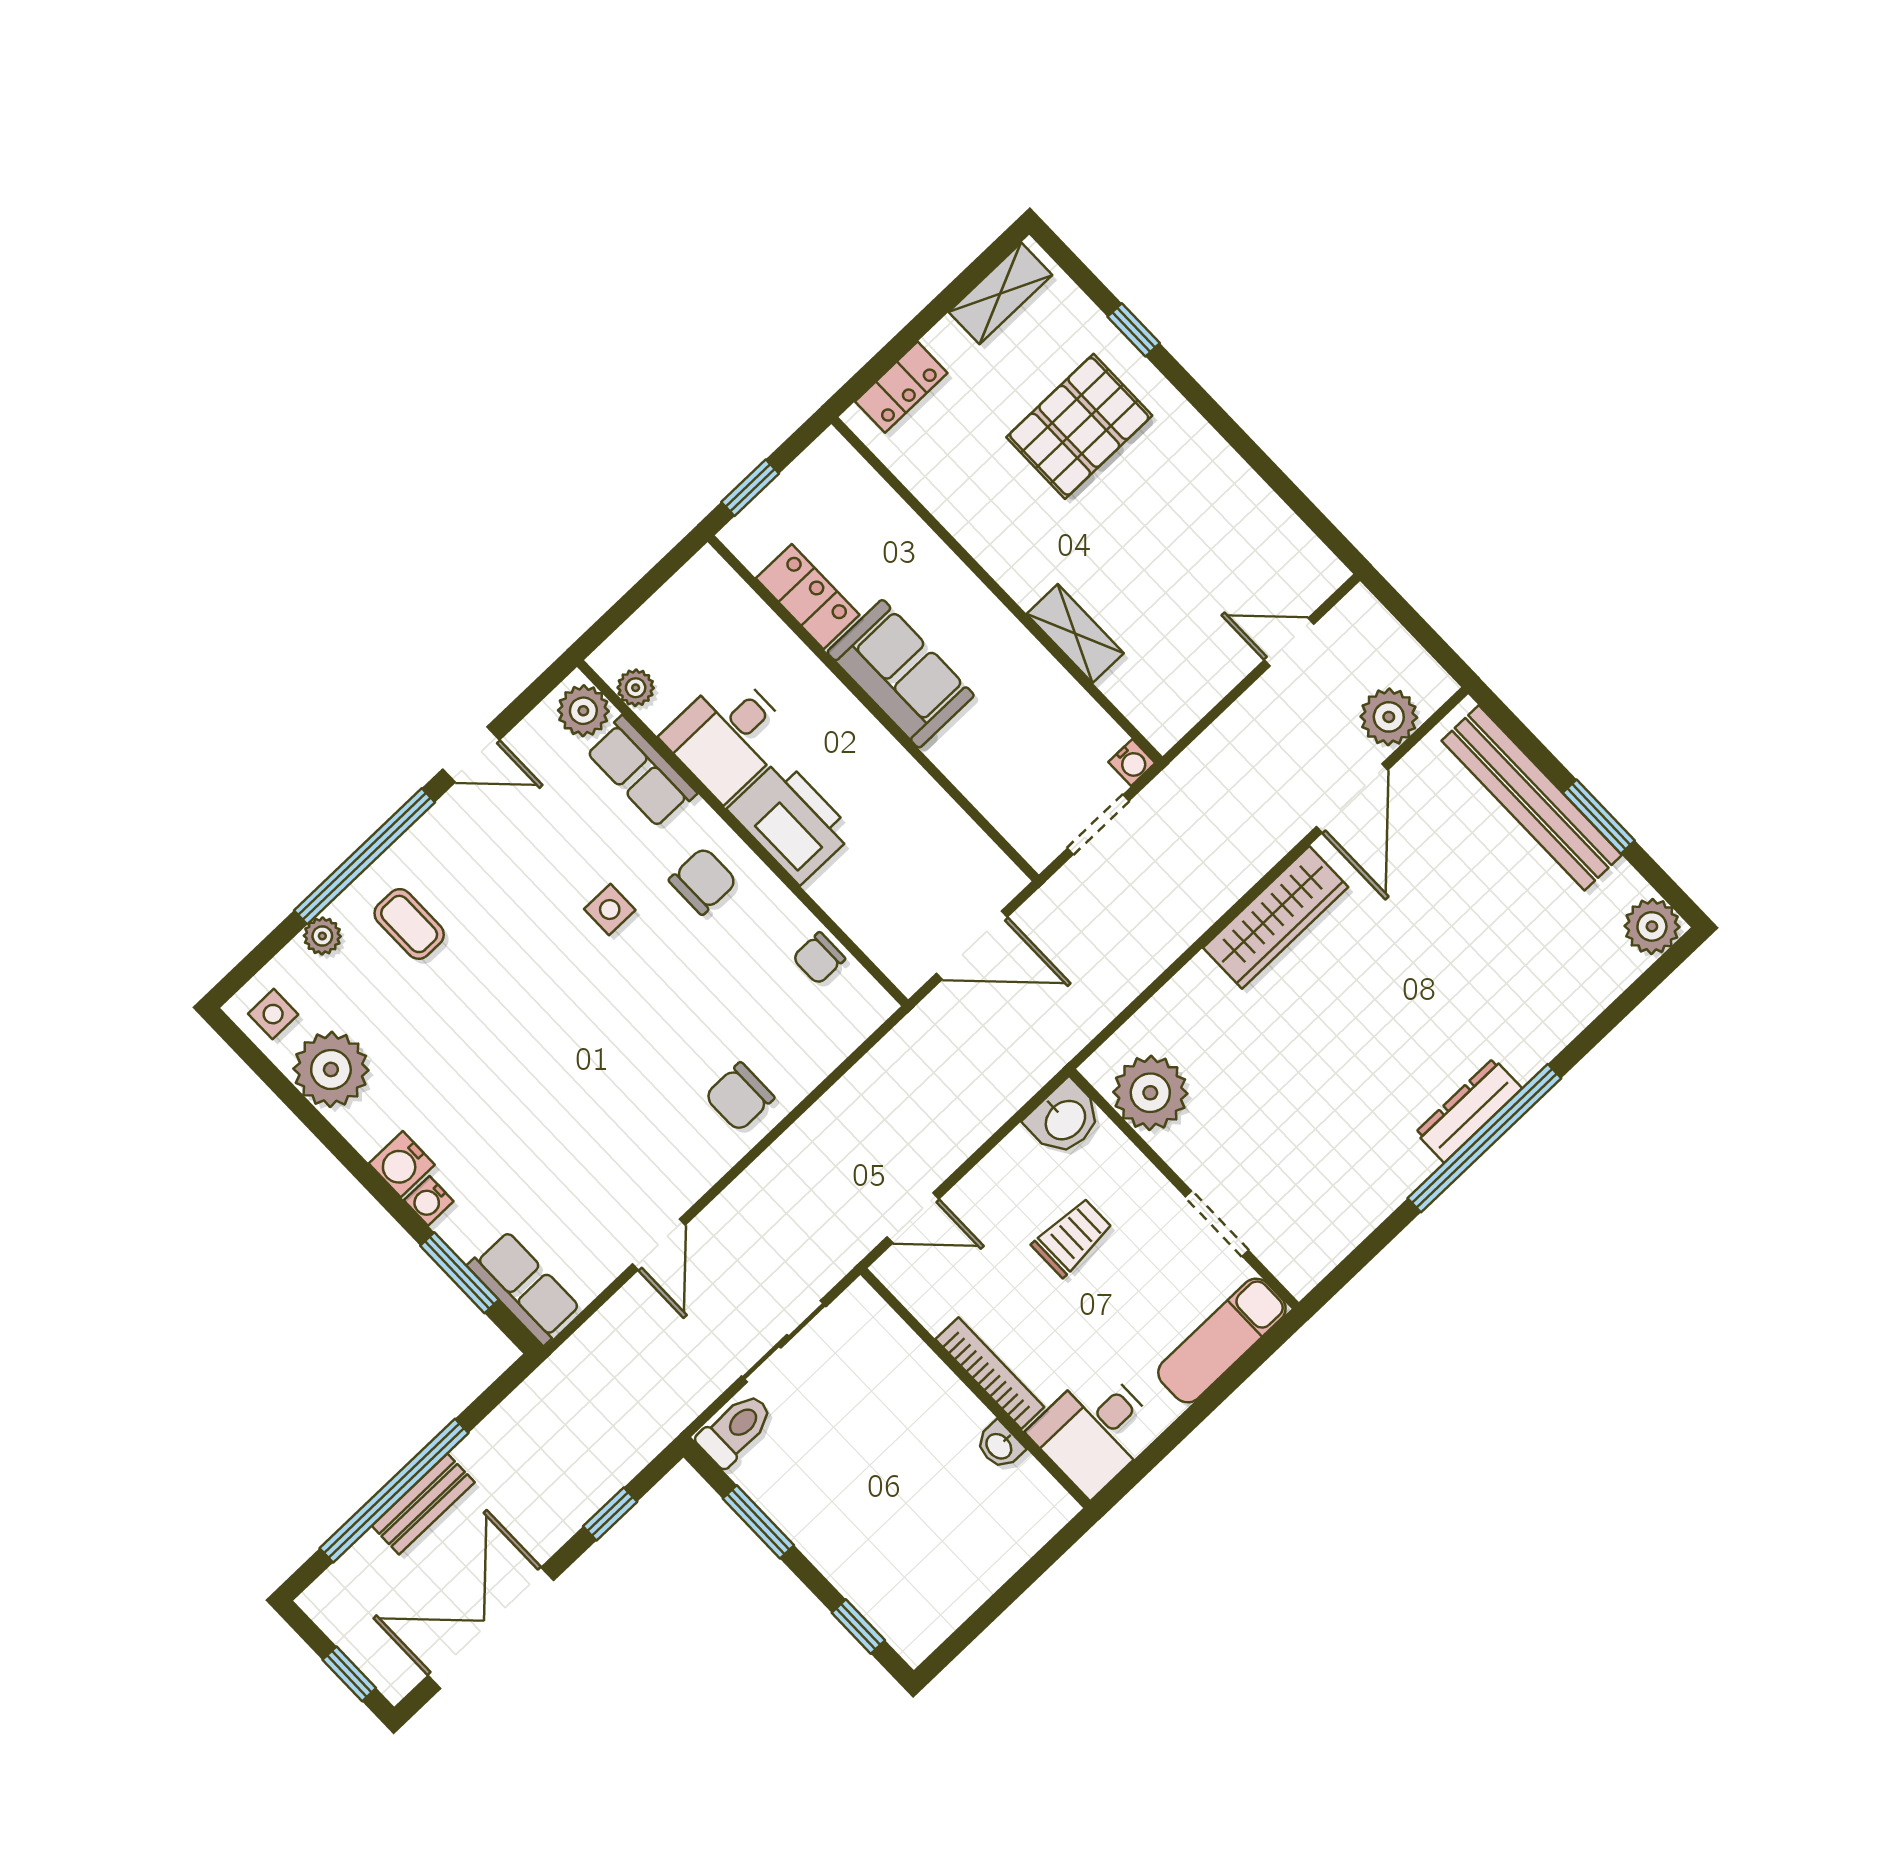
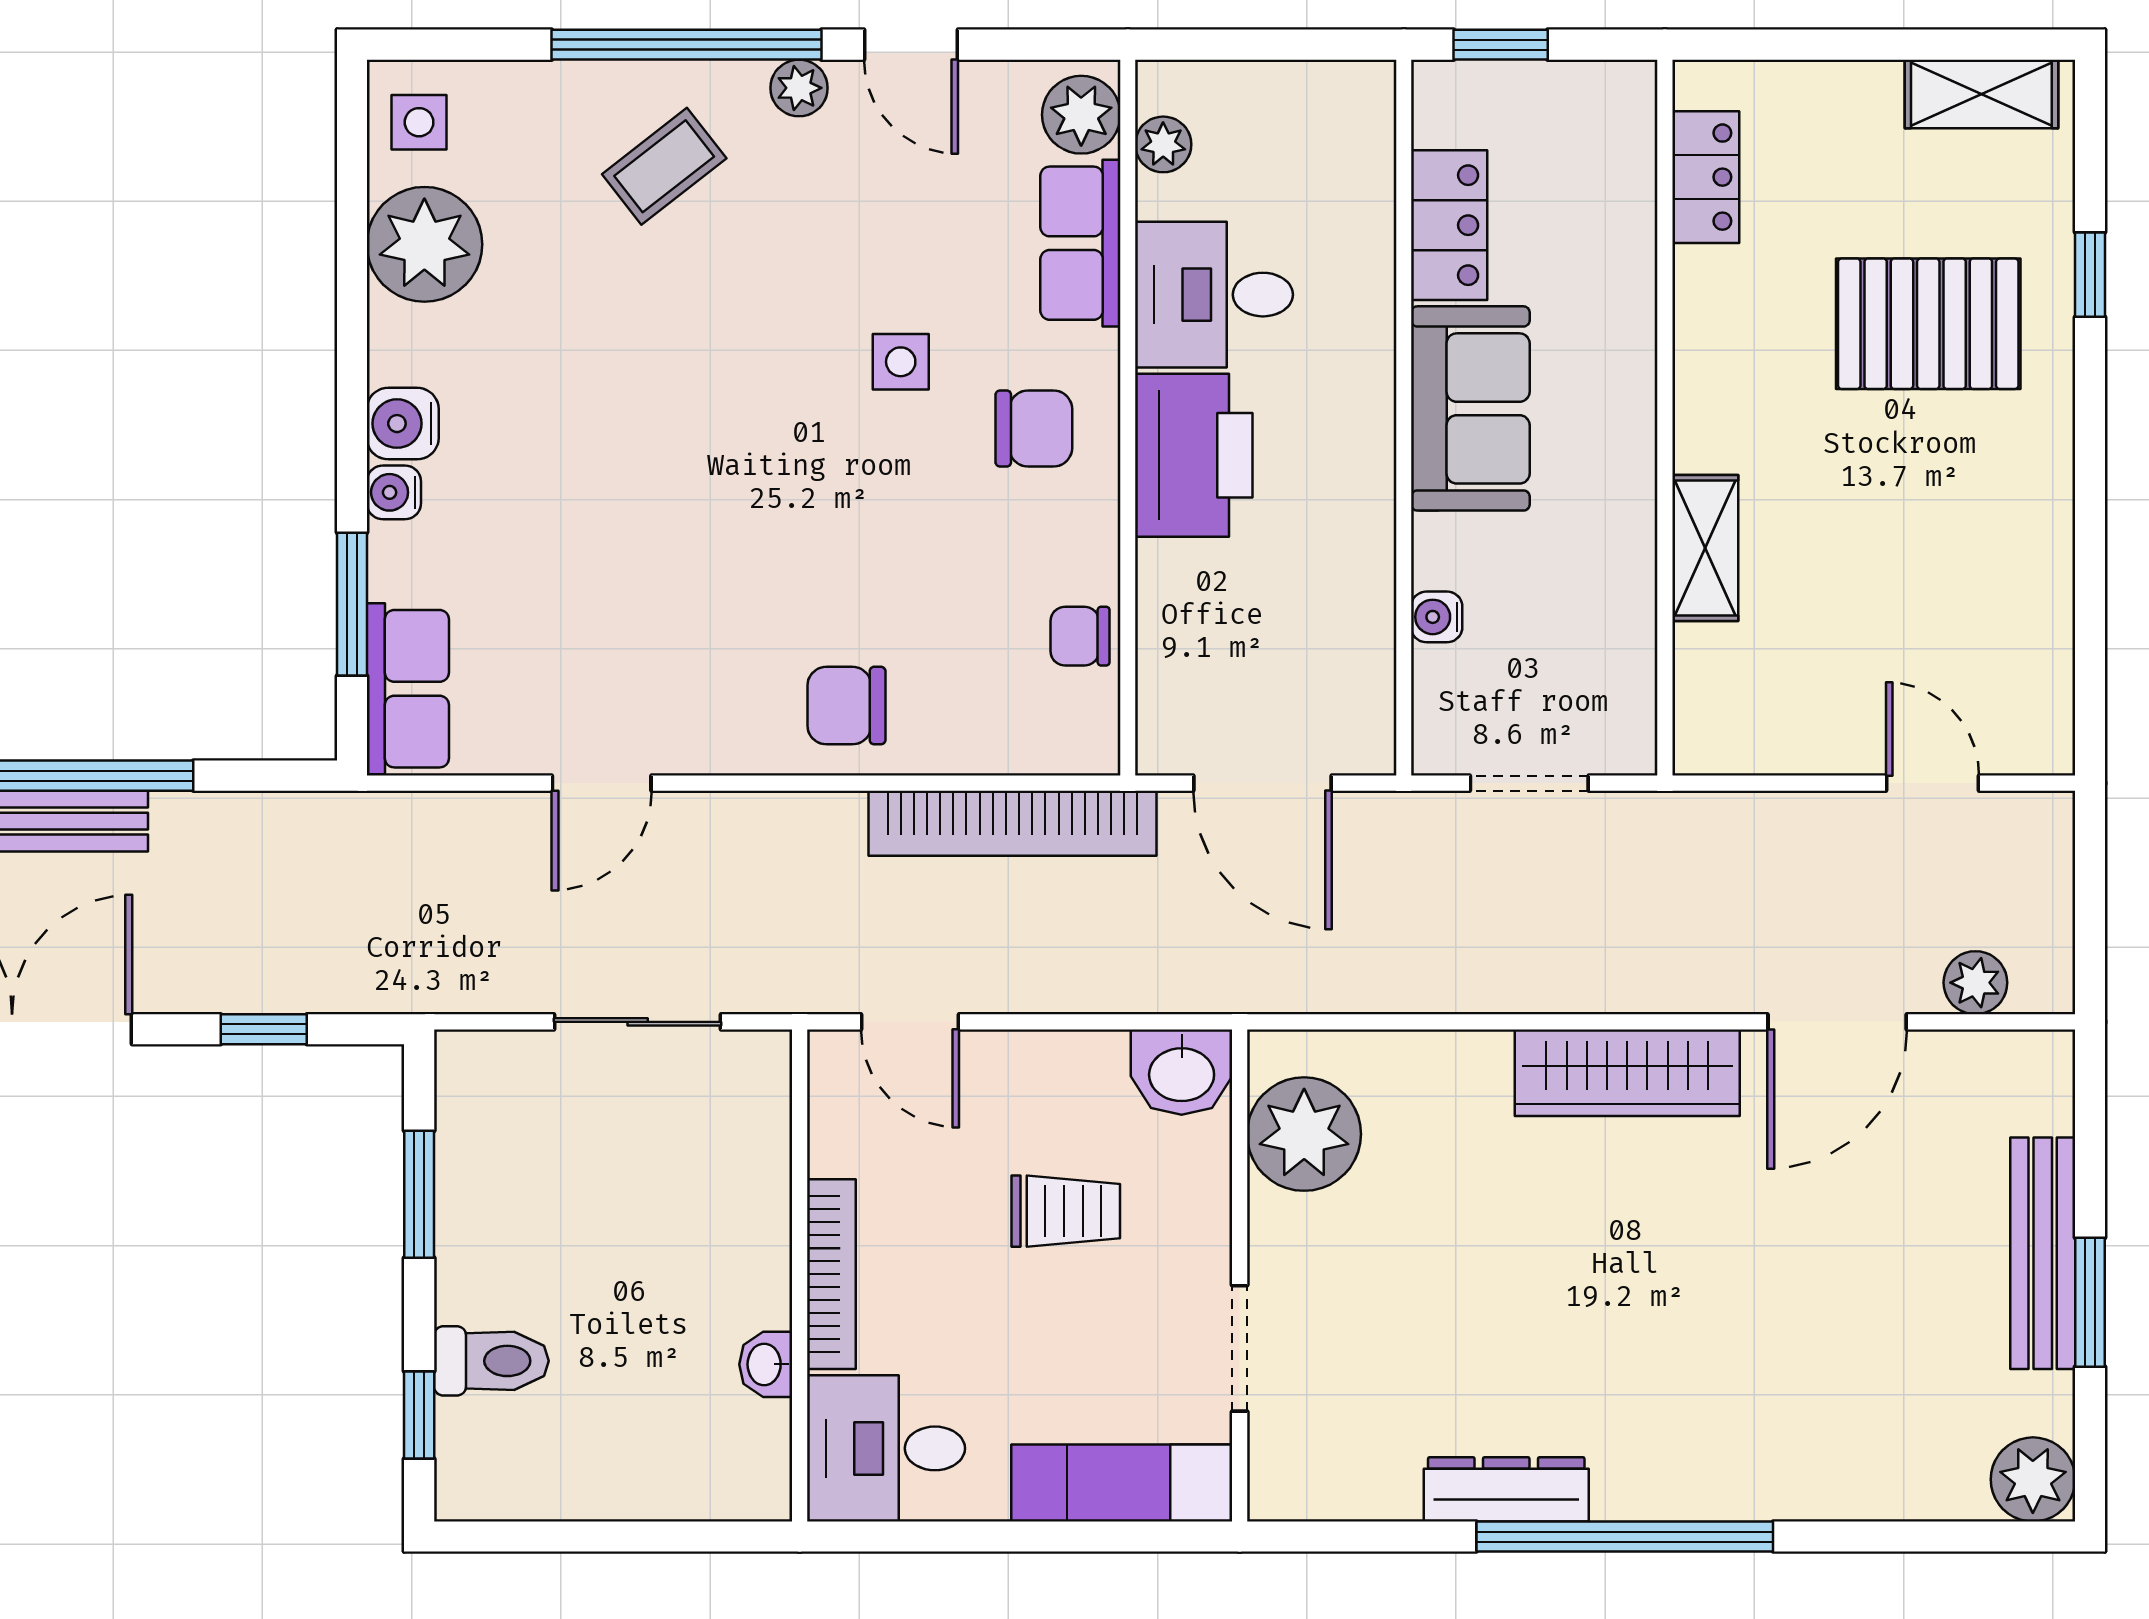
locker: (901, 387) -> (1706, 177), moved, turned -90
plant: (1389, 717) -> (1975, 983), width x0.73, depth x0.73
water cooler: (1132, 762) -> (1437, 617), moved, turned 90
bench: (1532, 798) -> (2043, 1253), width x0.73, depth x0.82
coffee table: (409, 924) -> (664, 166), turned 52
plant: (322, 936) -> (799, 88), moved
bookcase: (872, 1077) -> (1013, 823), added
dresser: (1469, 1110) -> (1506, 1489), moved
toilet: (735, 1429) -> (491, 1361), moved

